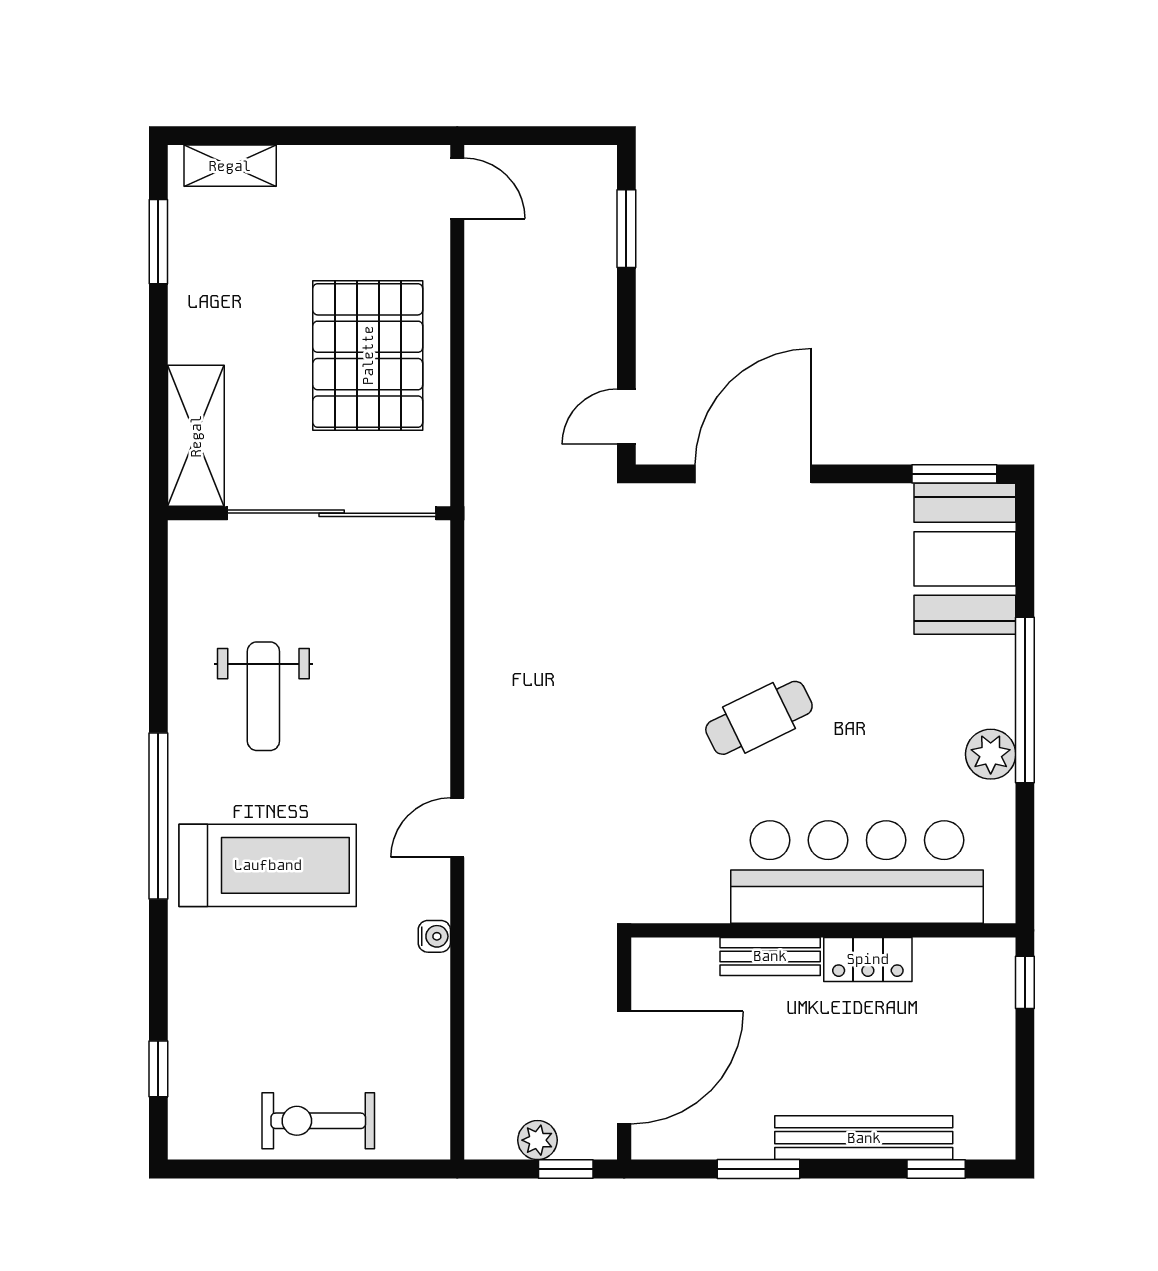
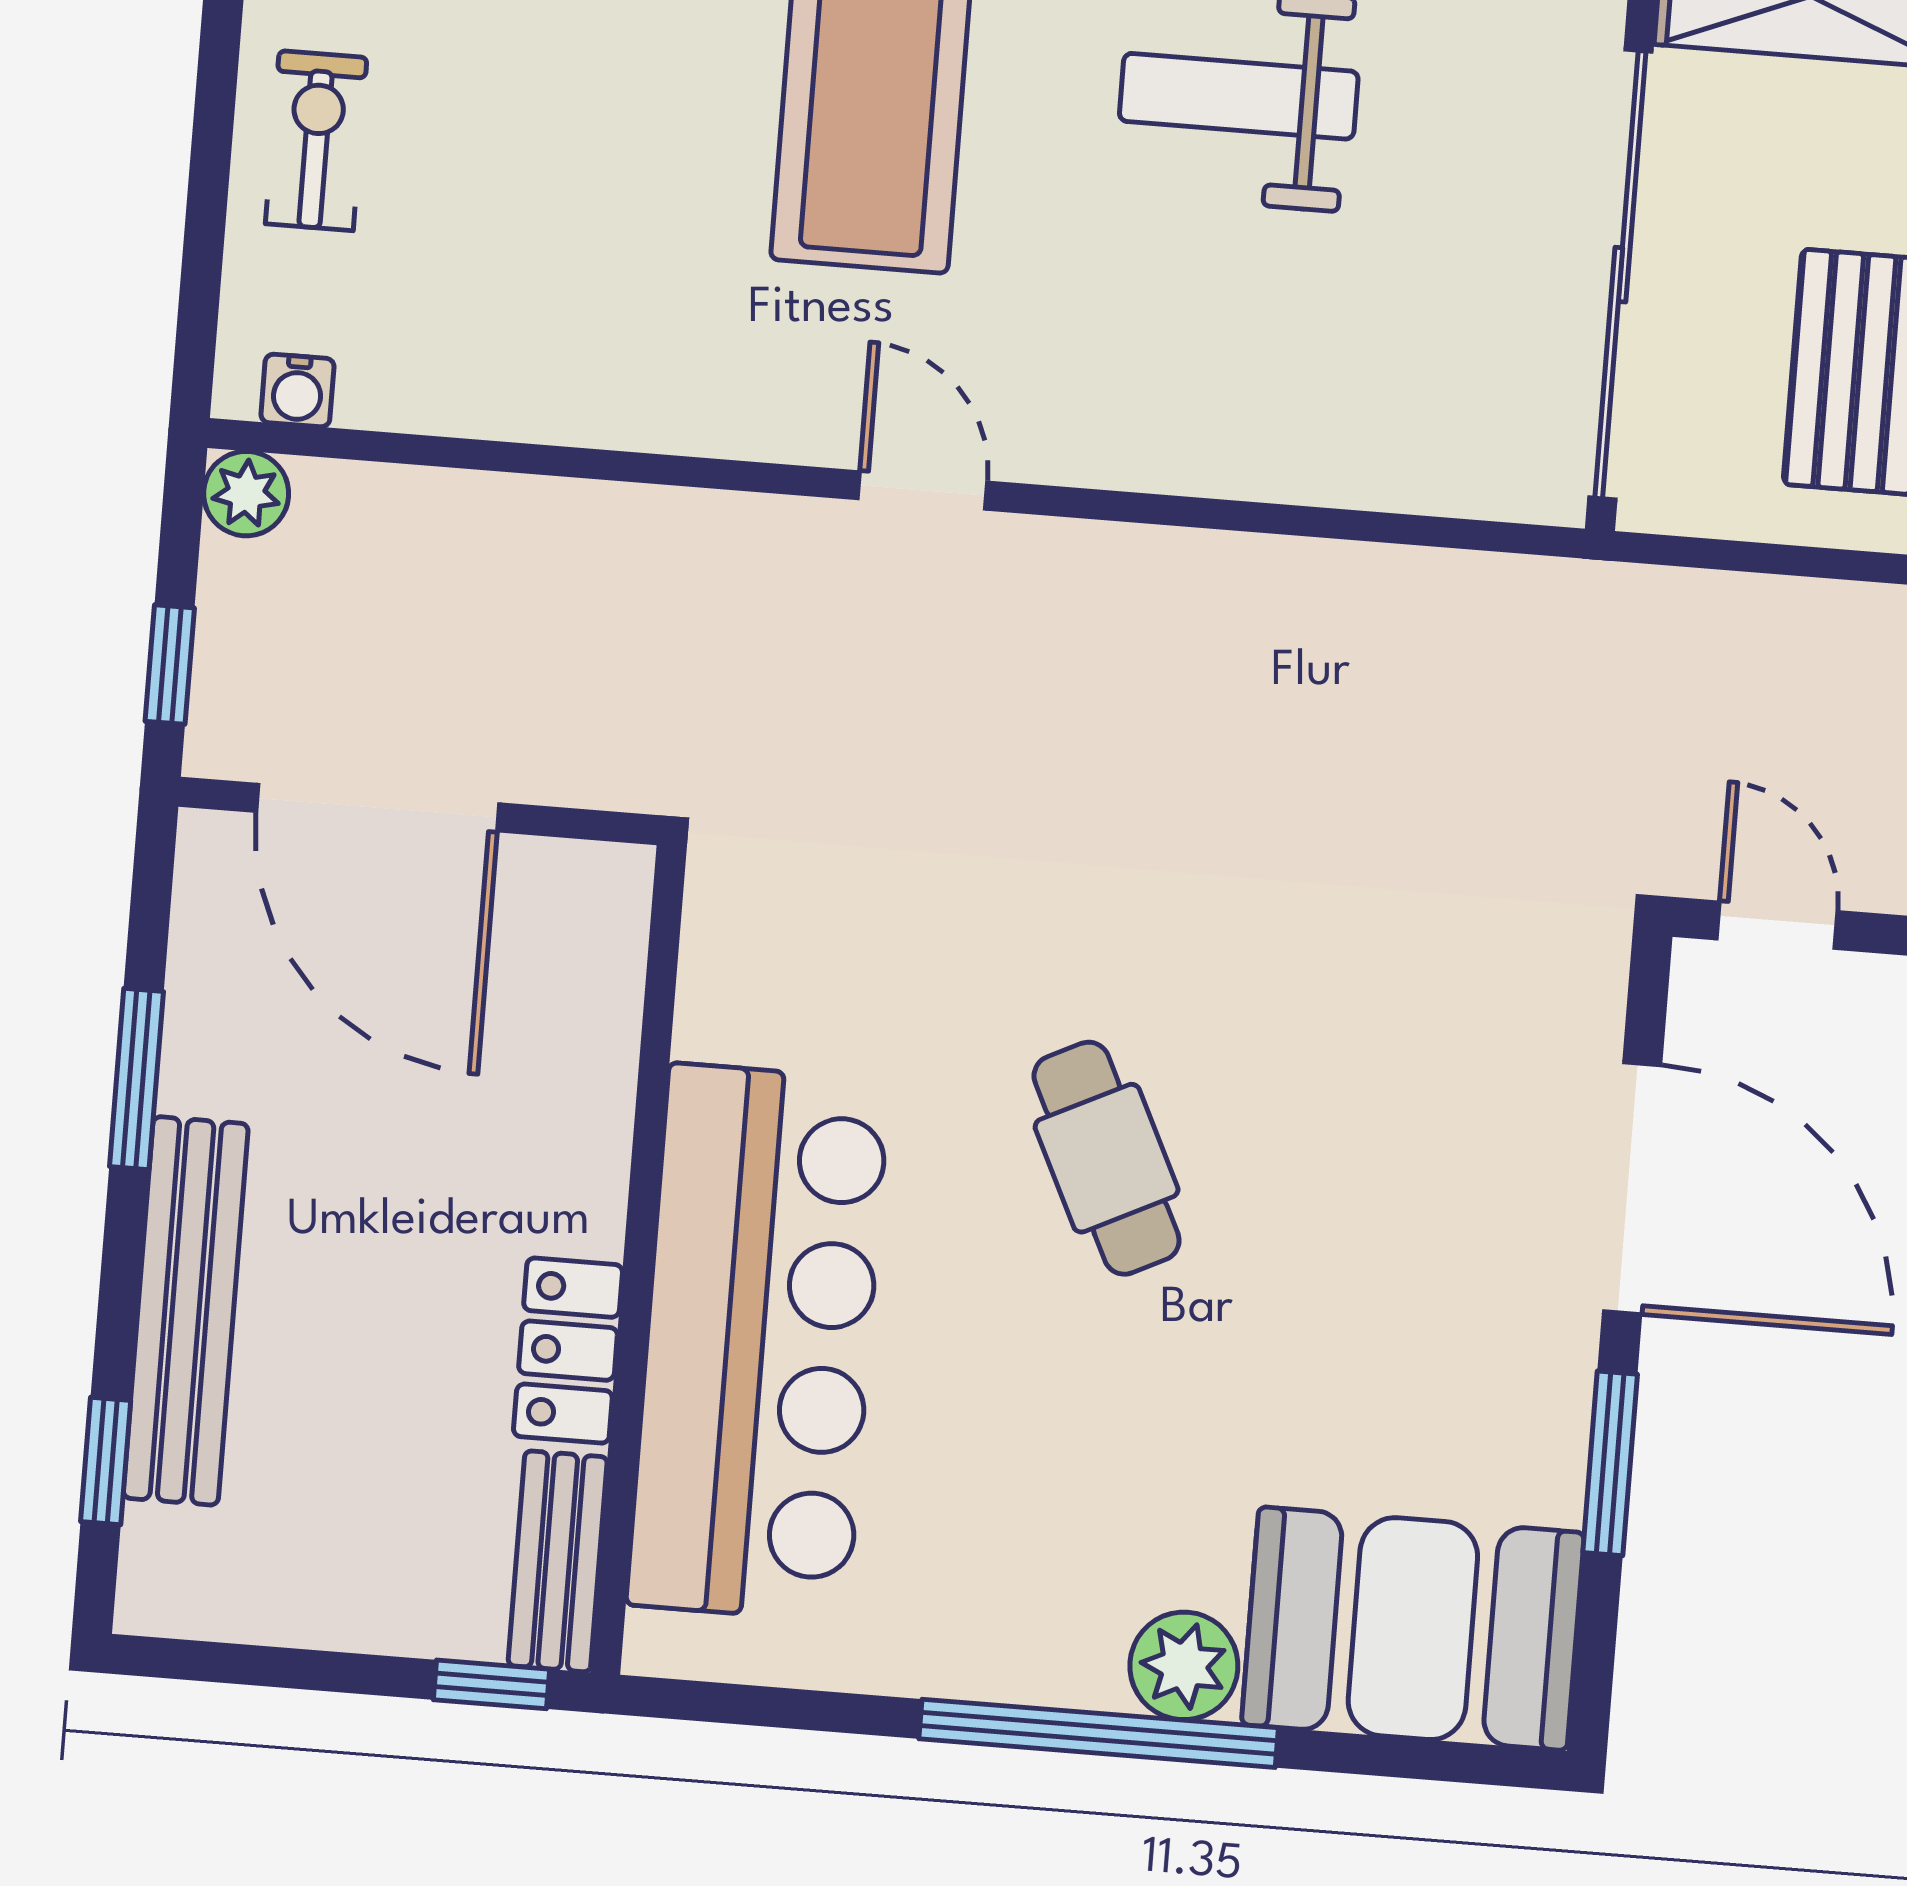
window: (954, 474) -> (1610, 1463), moved
plant: (991, 754) -> (1184, 1666), moved
water cooler: (434, 936) -> (297, 390), moved
bench: (770, 956) -> (558, 1561), moved
exercise bike: (318, 1121) -> (316, 141), width x0.73, depth x0.72
plant: (537, 1140) -> (246, 494), moved

